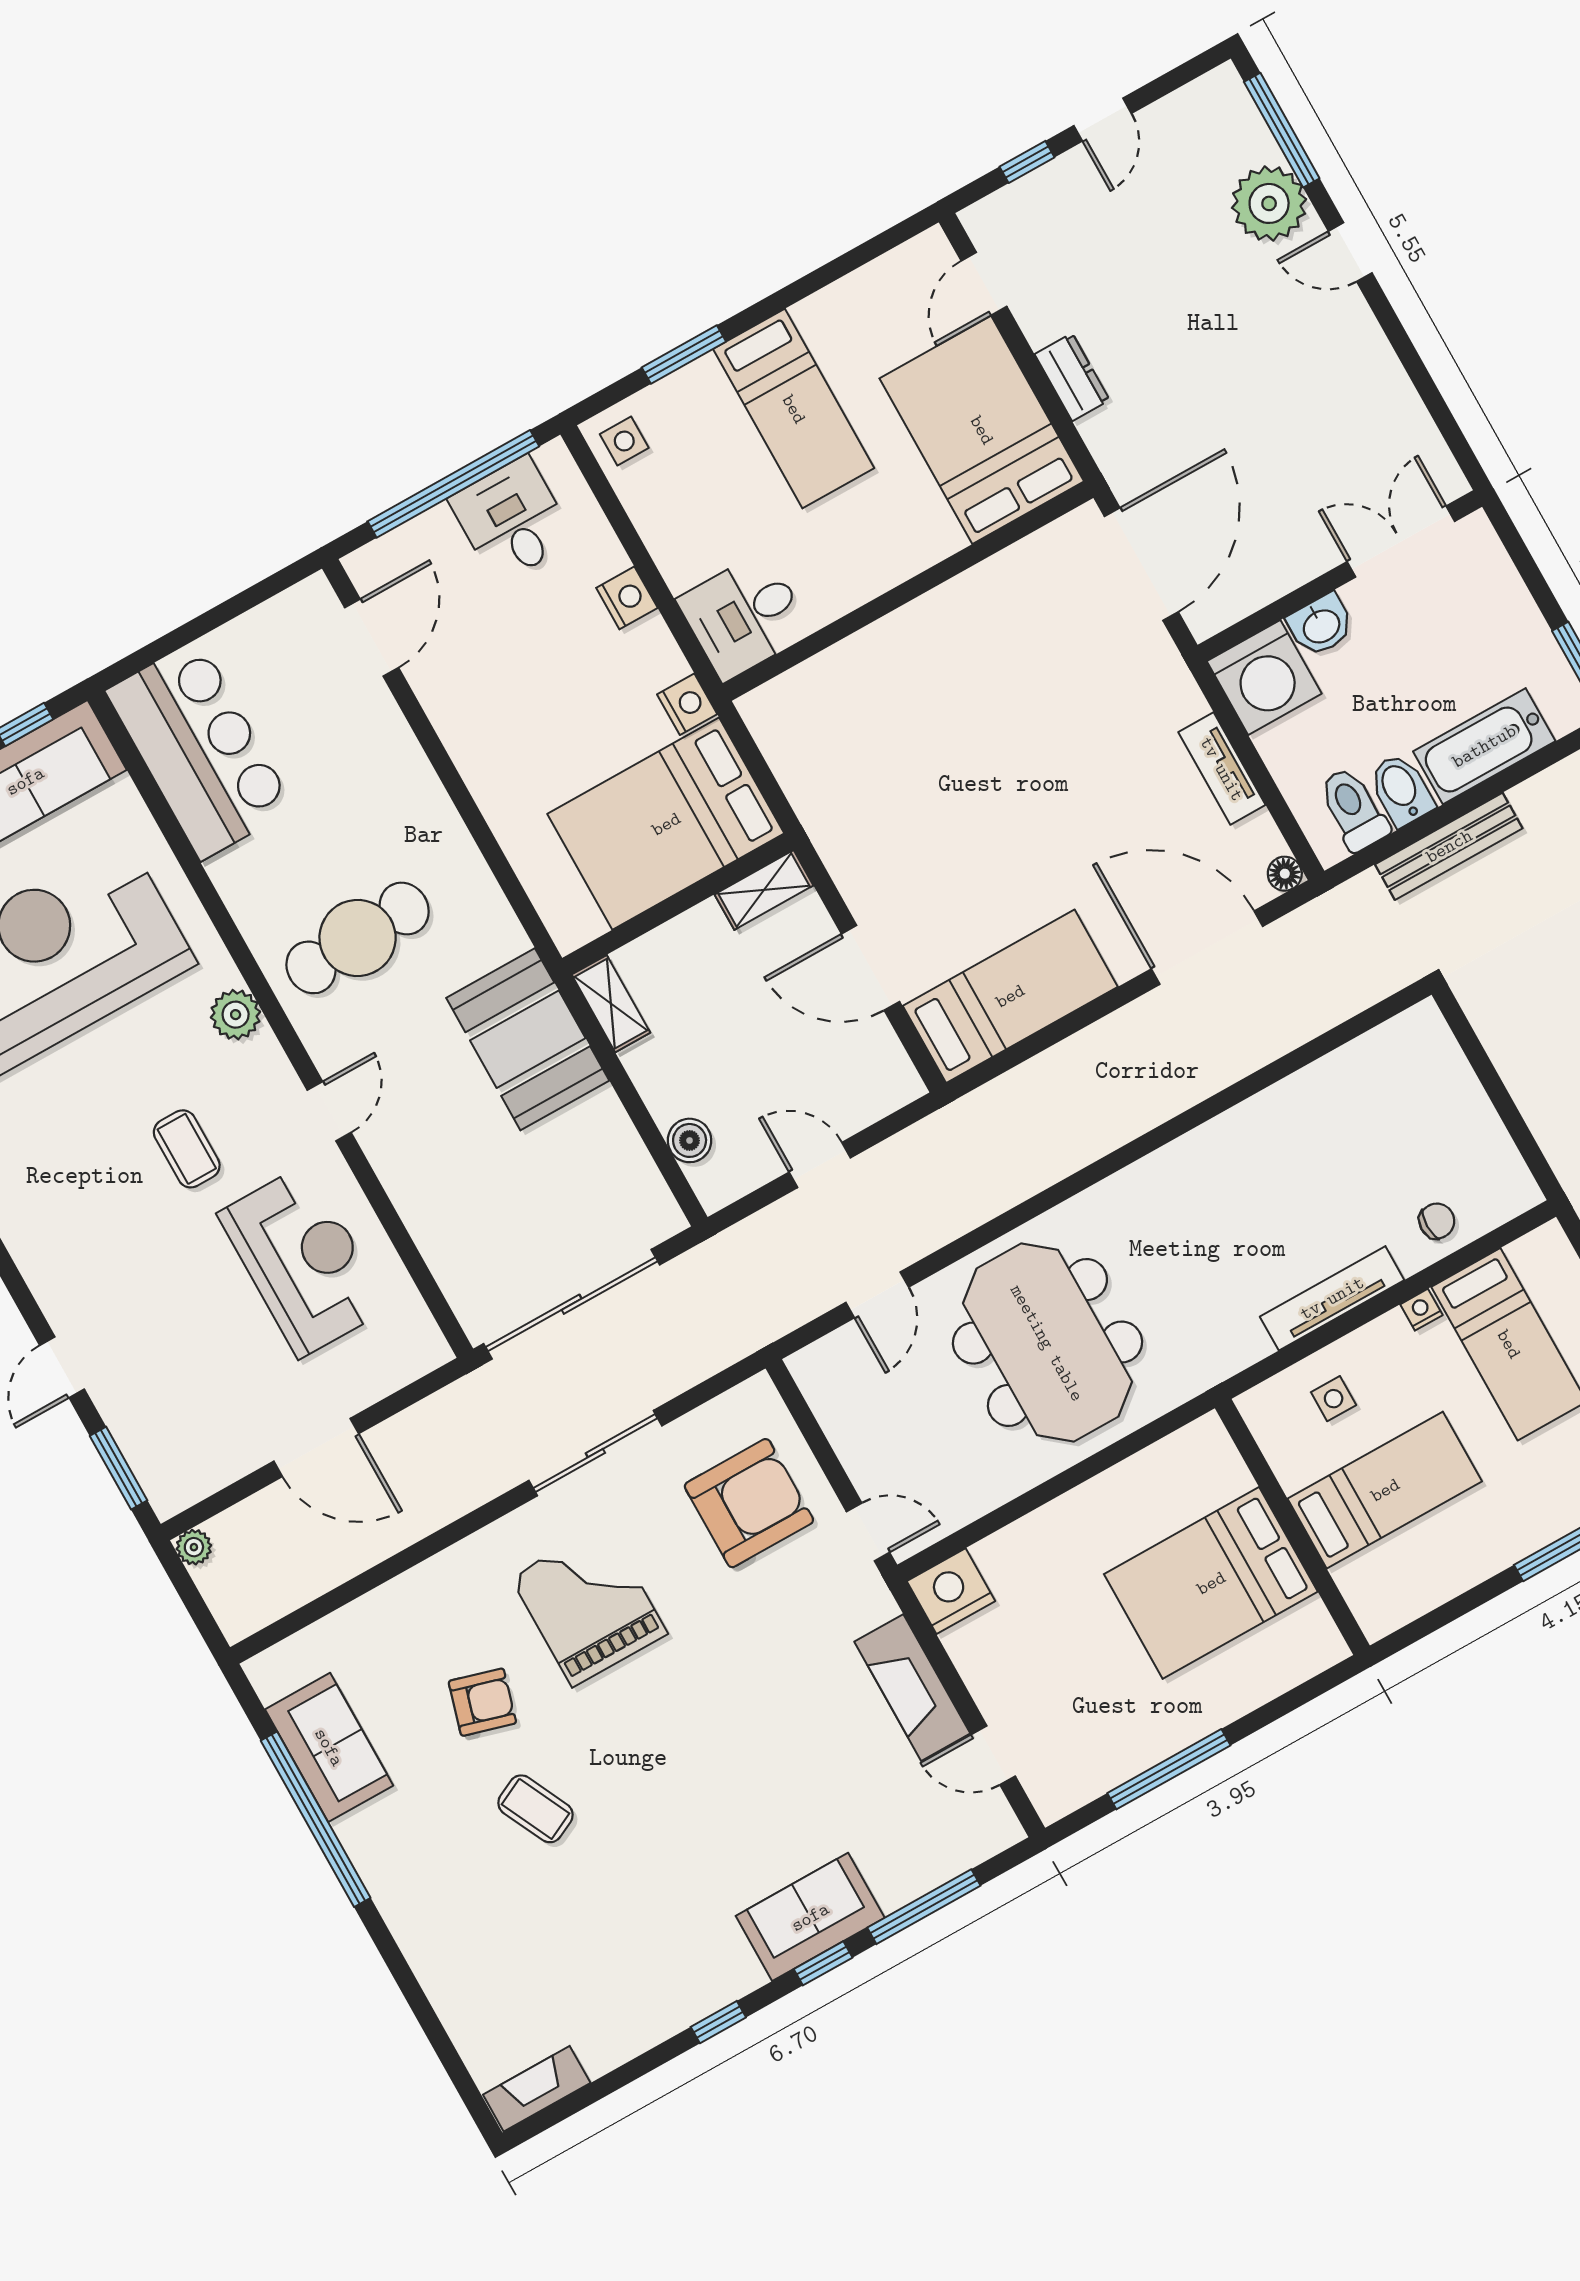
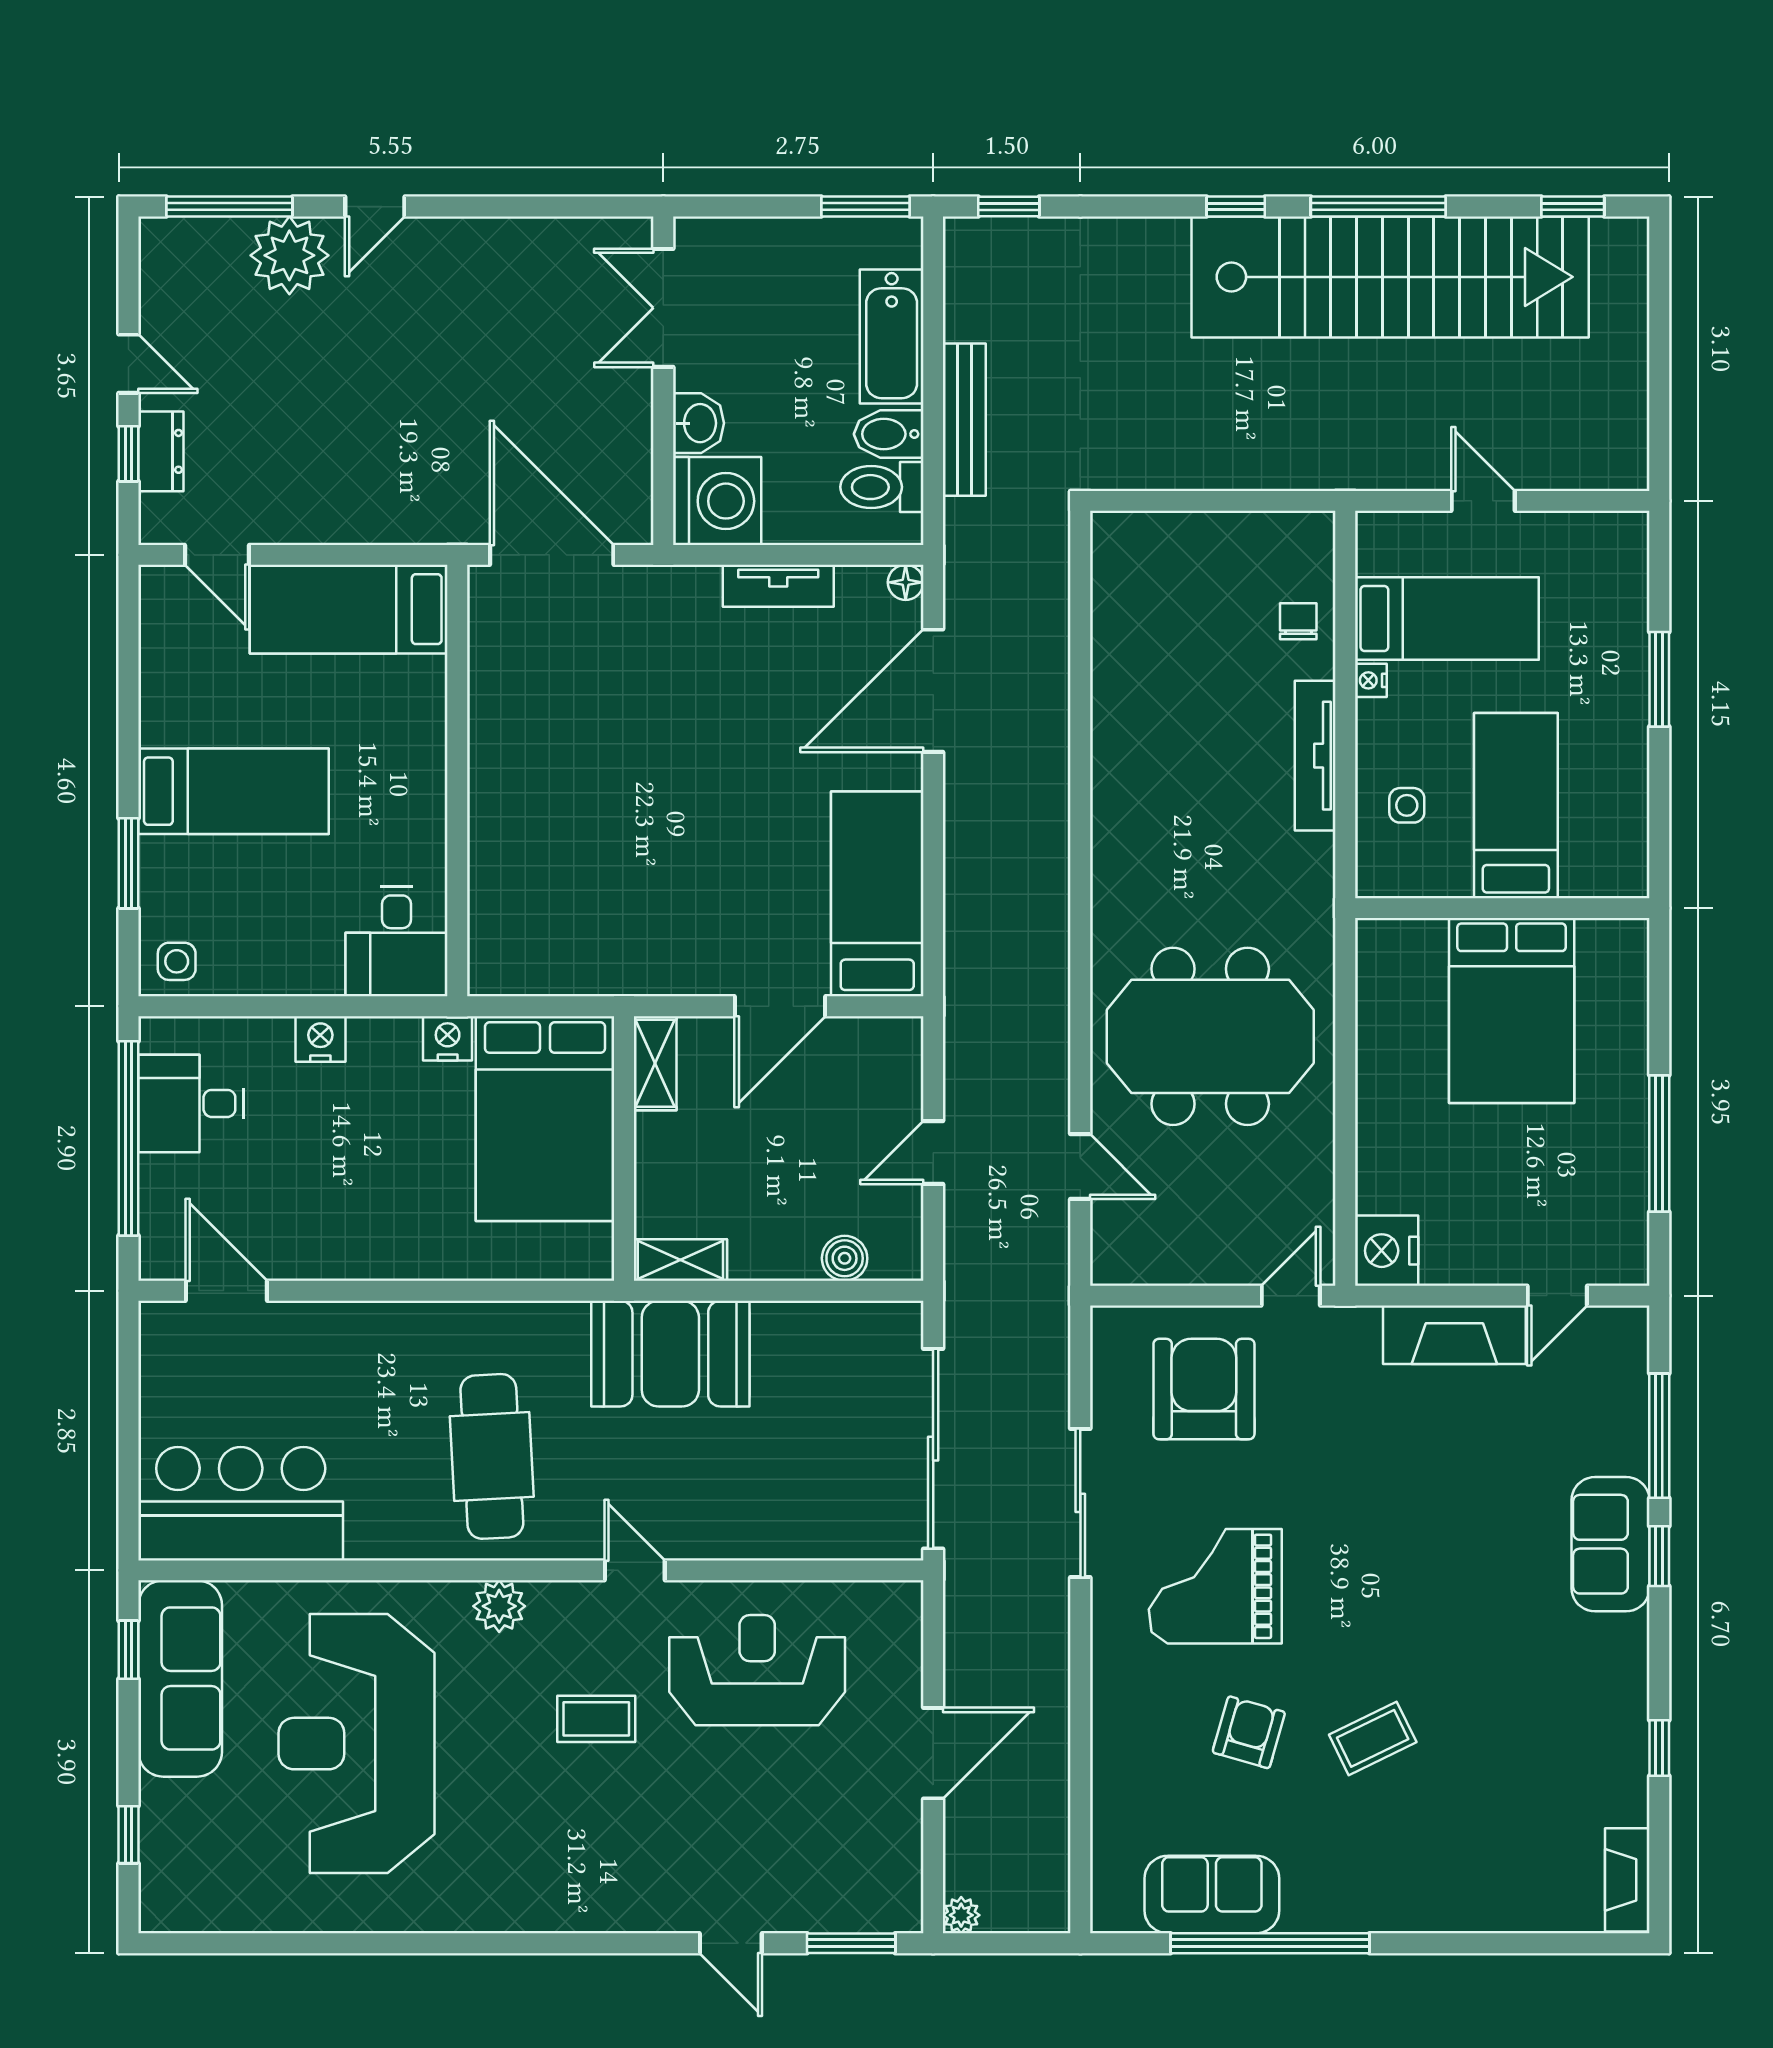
dresser: (1072, 377) -> (161, 451), moved, turned 90
bed: (982, 430) -> (349, 609), width x0.67
window: (718, 2022) -> (1659, 1748), moved

